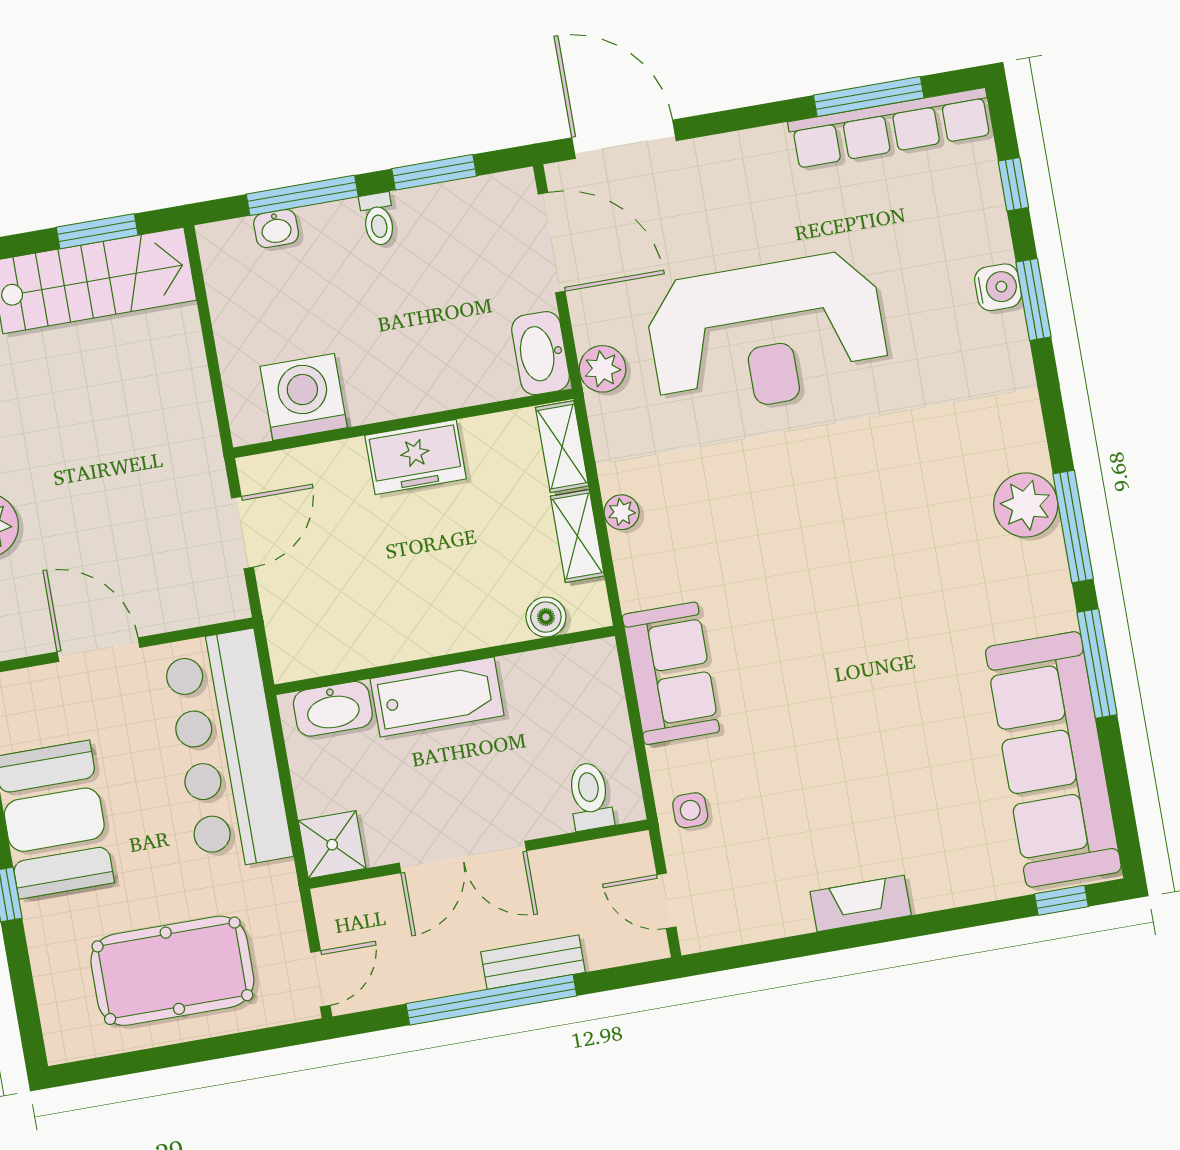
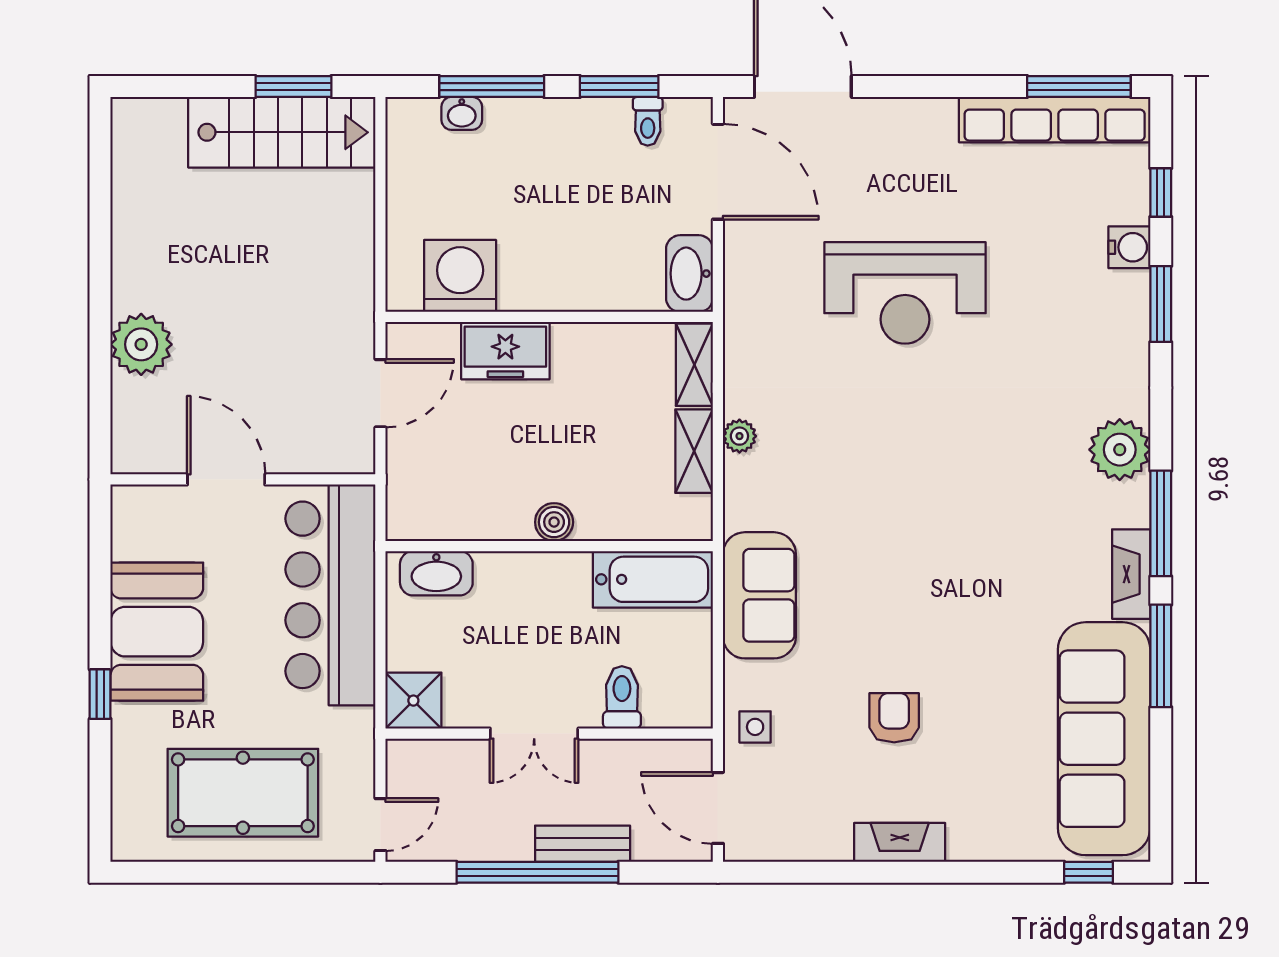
window: (869, 96) -> (1079, 87), moved
toilet: (378, 219) -> (648, 121), moved
water cooler: (998, 287) -> (1129, 247), moved
reception desk: (767, 334) -> (905, 293), width x0.74, depth x0.77
plant: (603, 369) -> (745, 298), removed
freezer: (416, 457) -> (505, 351), moved
plant: (1026, 505) -> (1120, 450), moved
fireplace: (1052, 584) -> (1131, 574), added
boiler: (546, 617) -> (554, 522), moved
bathtub: (437, 697) -> (653, 579), moved
armchair: (832, 776) -> (894, 718), added
toilet: (590, 796) -> (622, 697), moved
double door: (463, 857) -> (534, 734), width x0.73
door: (666, 901) -> (718, 808), width x1.38

